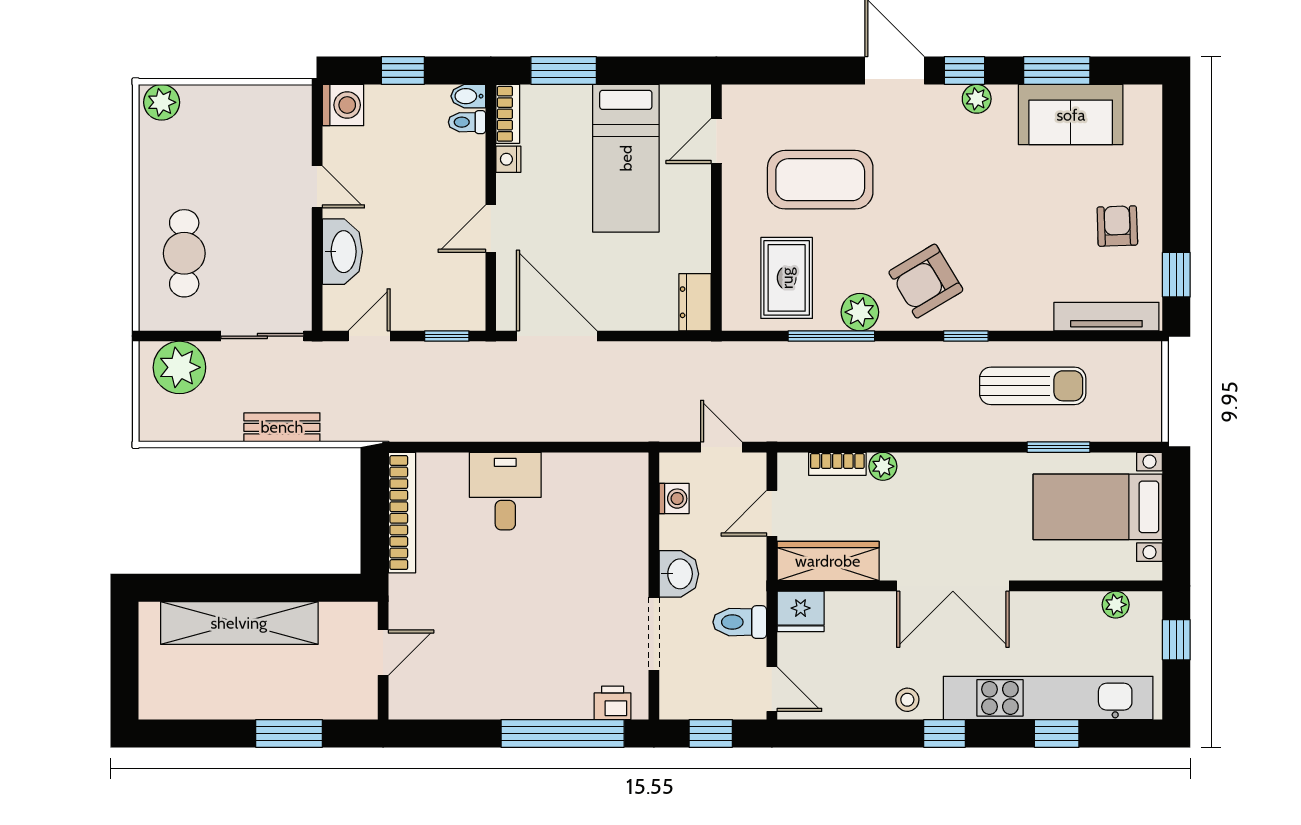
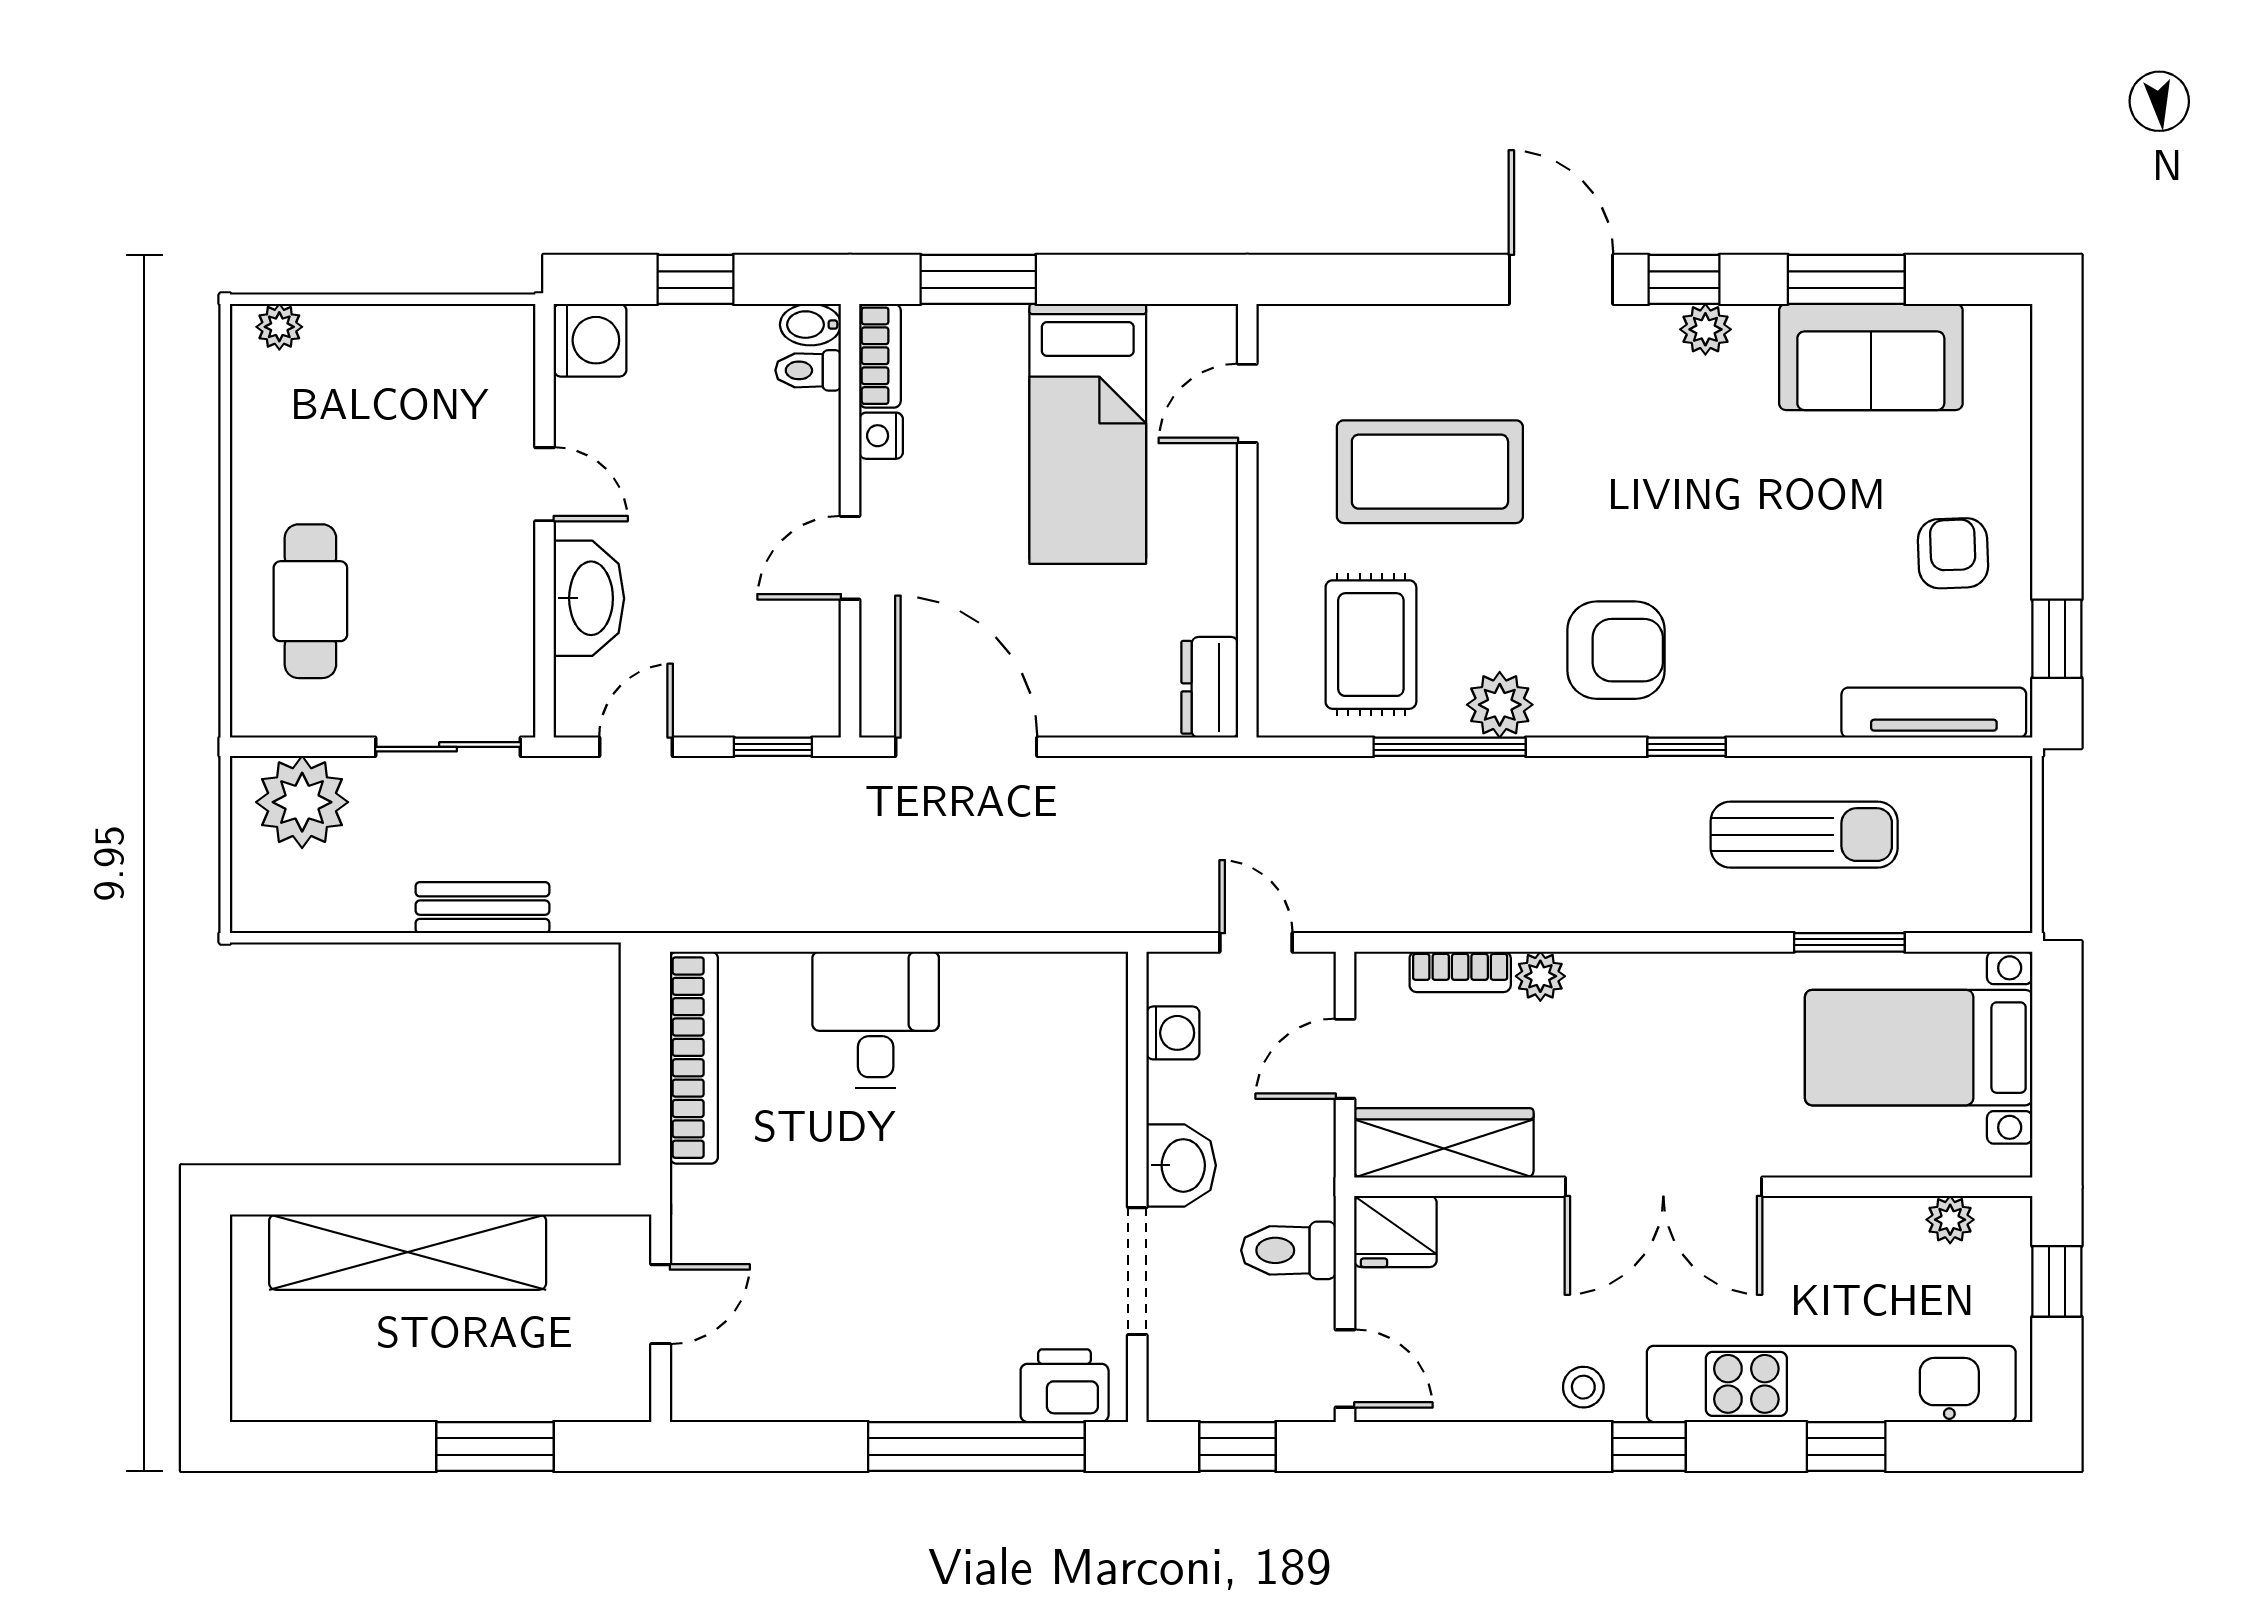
plant: (162, 102) -> (279, 327), width x0.73, depth x0.73
armchair: (926, 281) -> (1616, 650), turned -149
printer: (613, 703) -> (1065, 1386), width x1.36, depth x1.24

